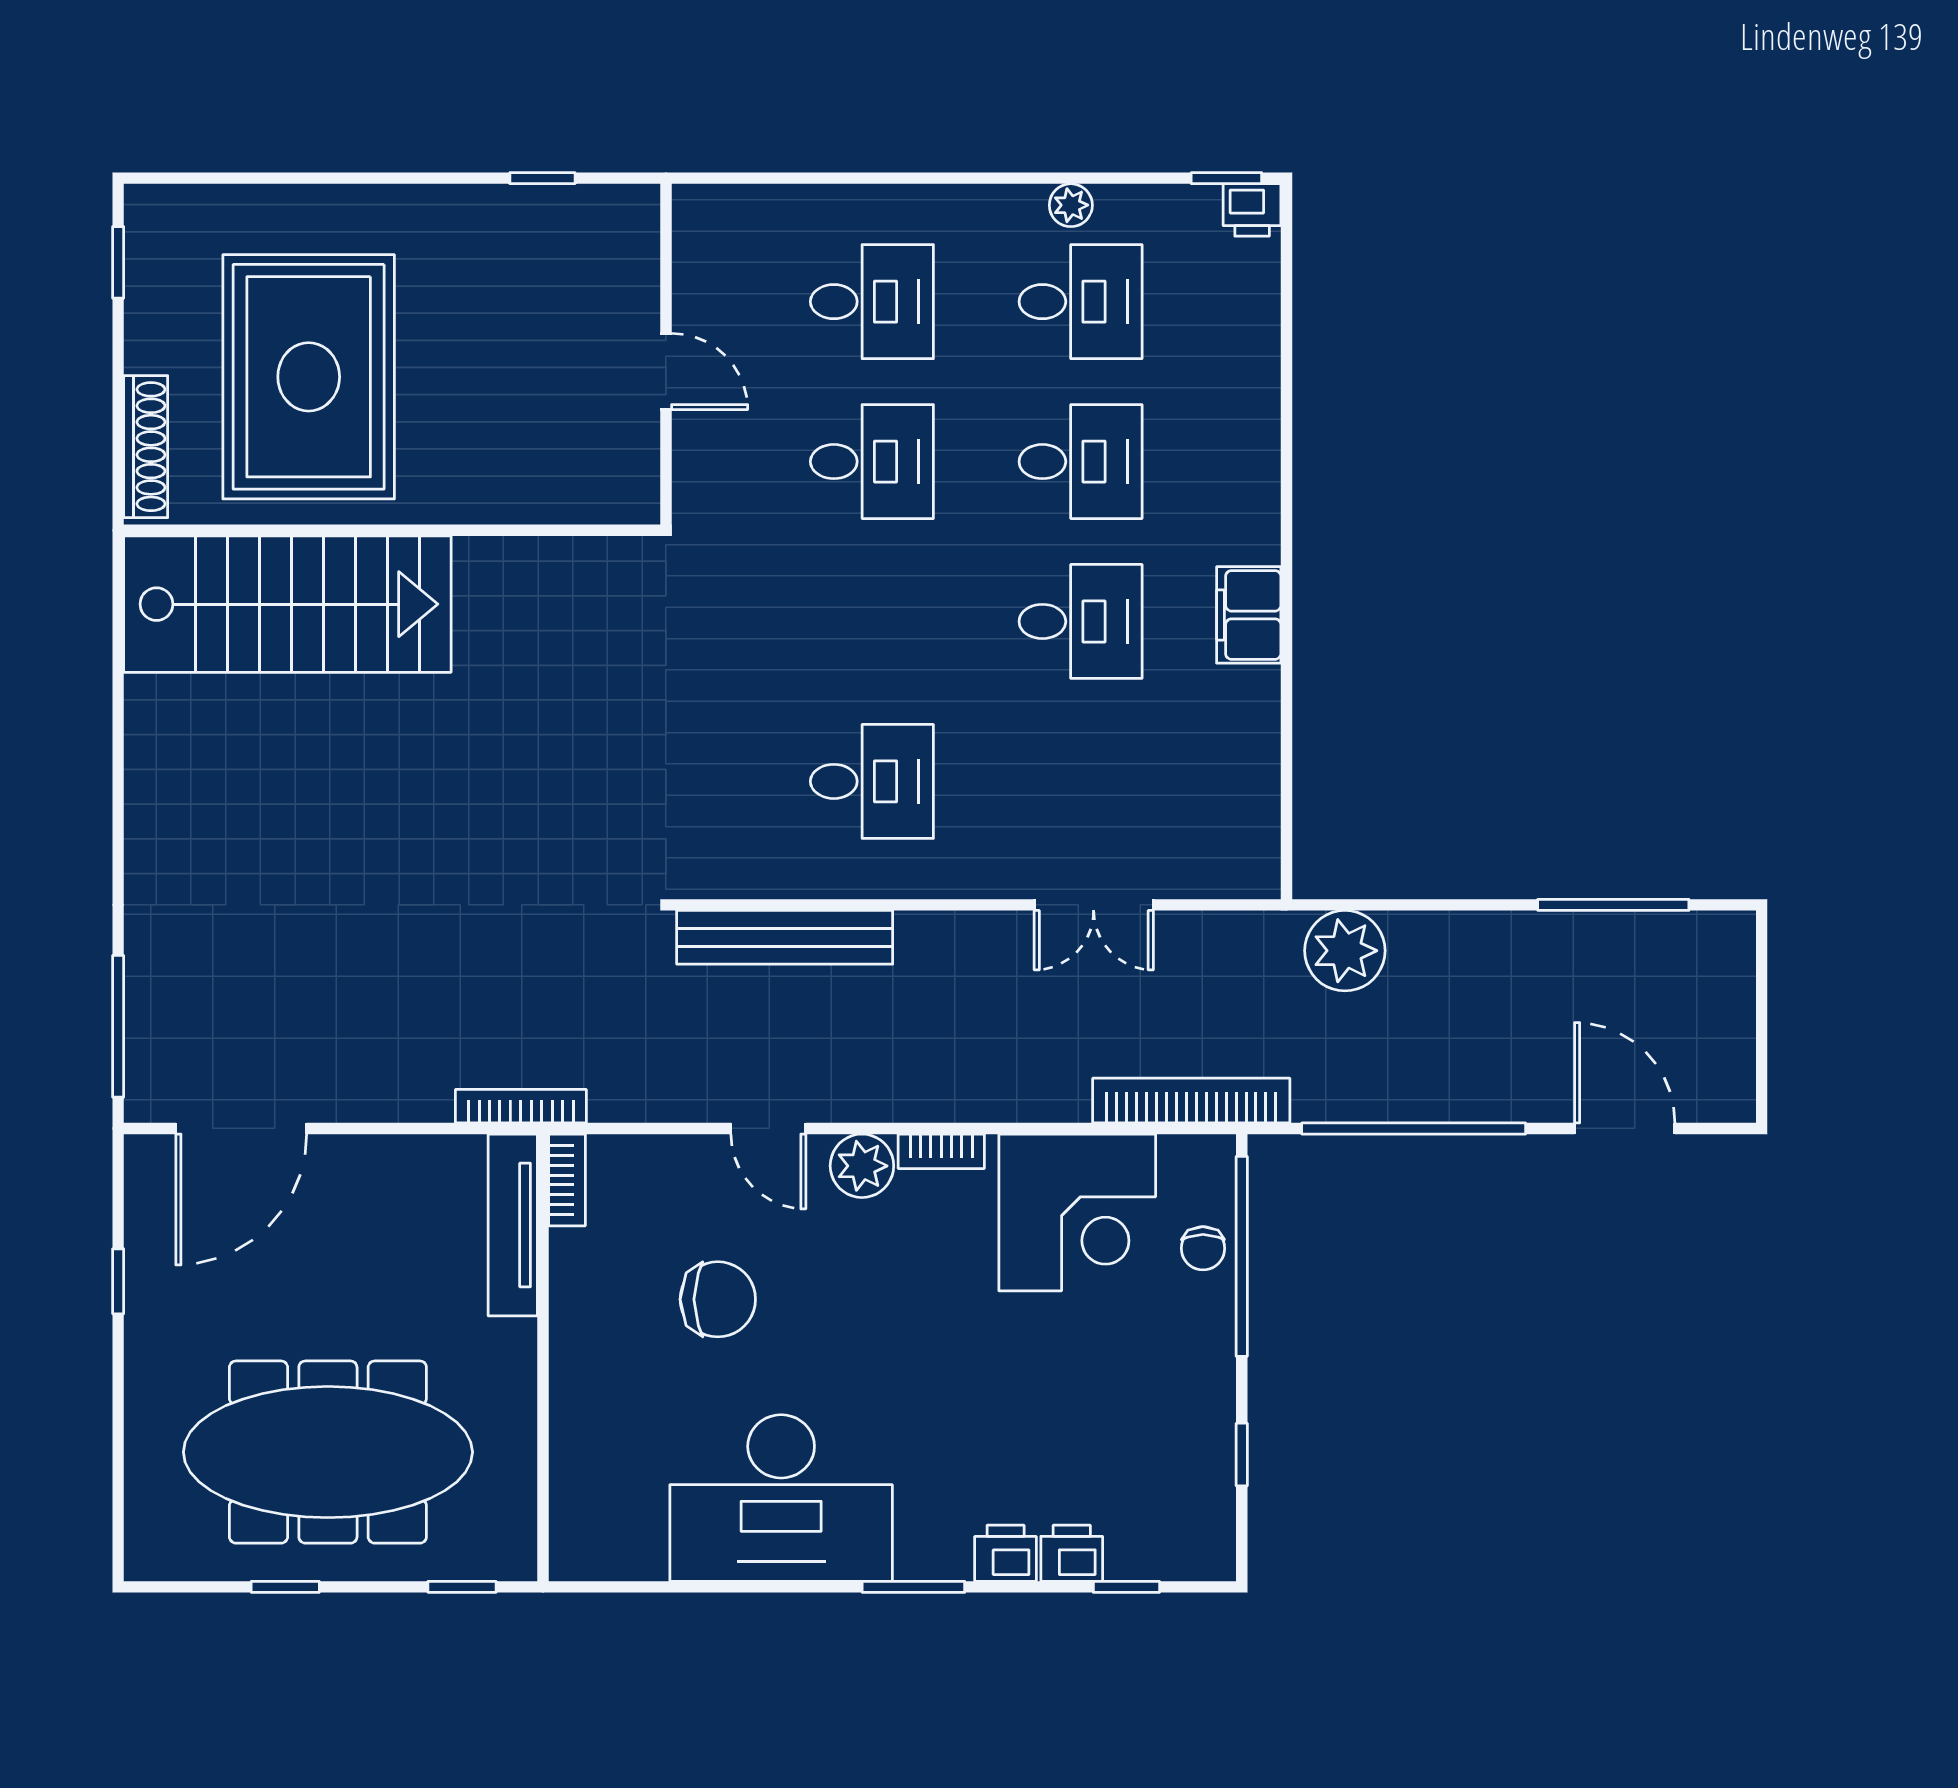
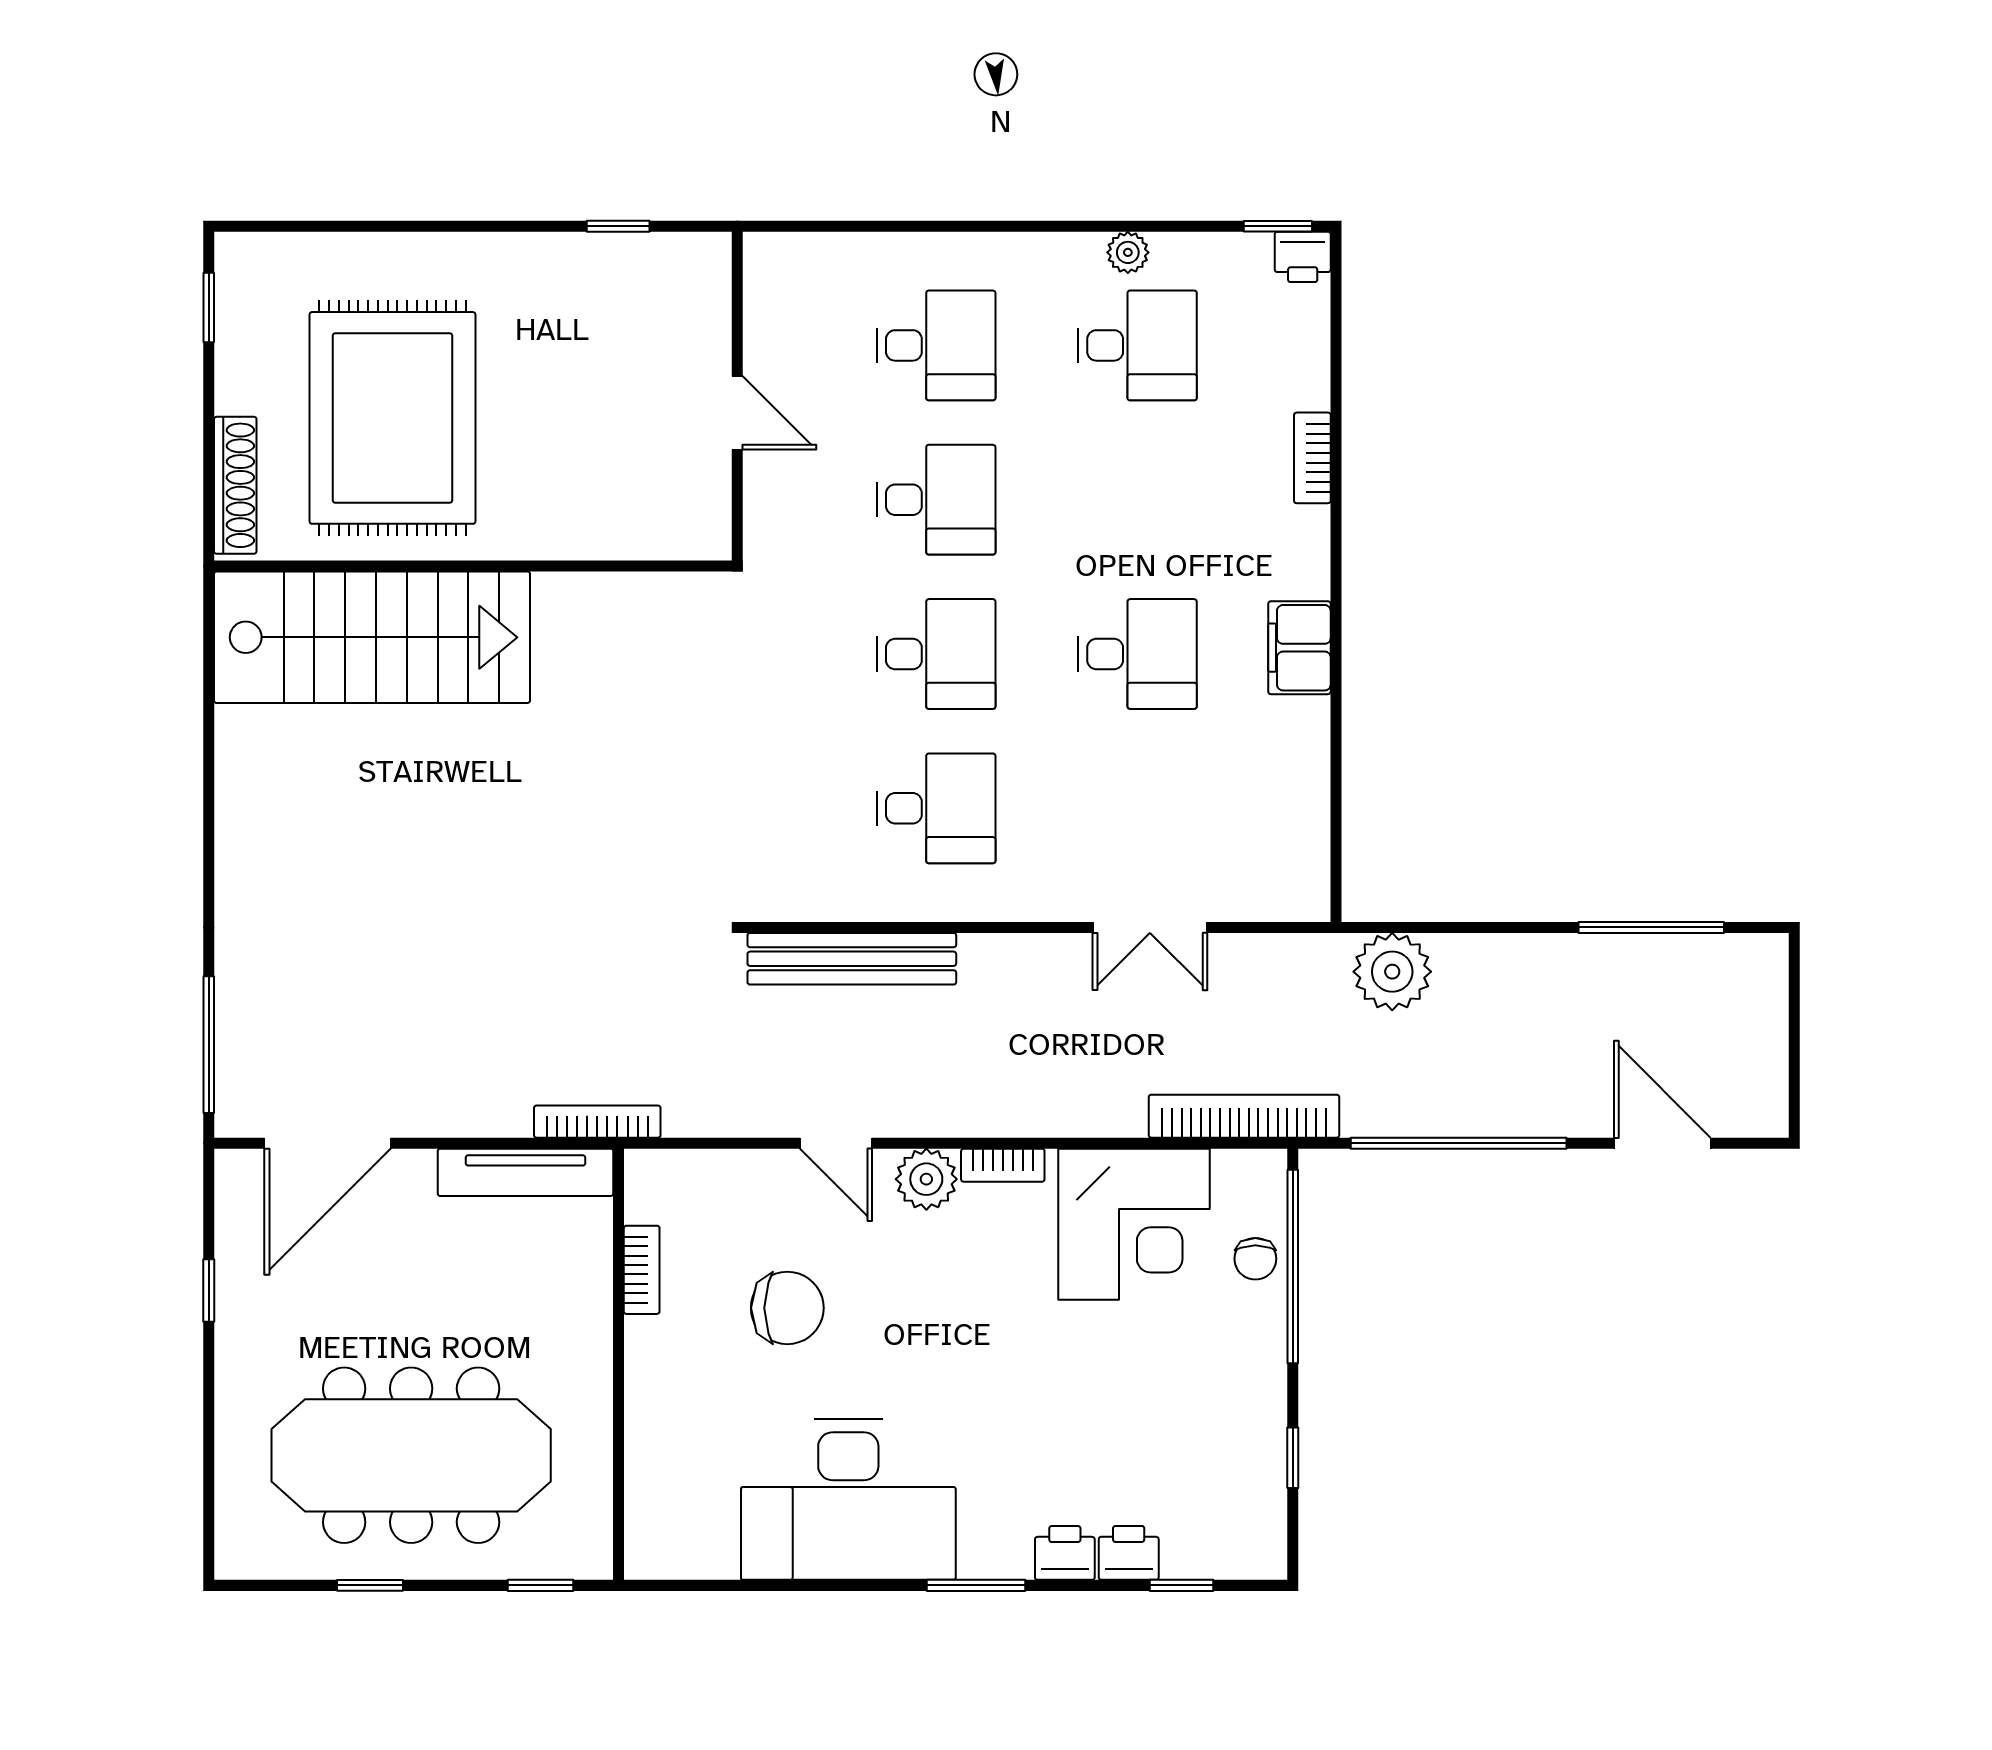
bookcase: (1262, 418) -> (1312, 458), added
desk: (1081, 462) -> (936, 654), moved
bookcase: (567, 1180) -> (642, 1270), moved
tv unit: (513, 1225) -> (526, 1172), moved, turned -90

